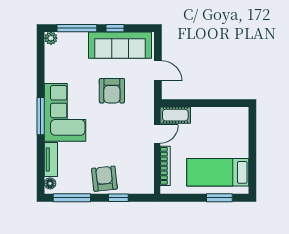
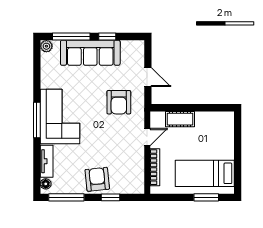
sofa: (120, 45) -> (90, 53), moved
armchair: (112, 91) -> (119, 102), moved
cot: (175, 115) -> (180, 119), moved

